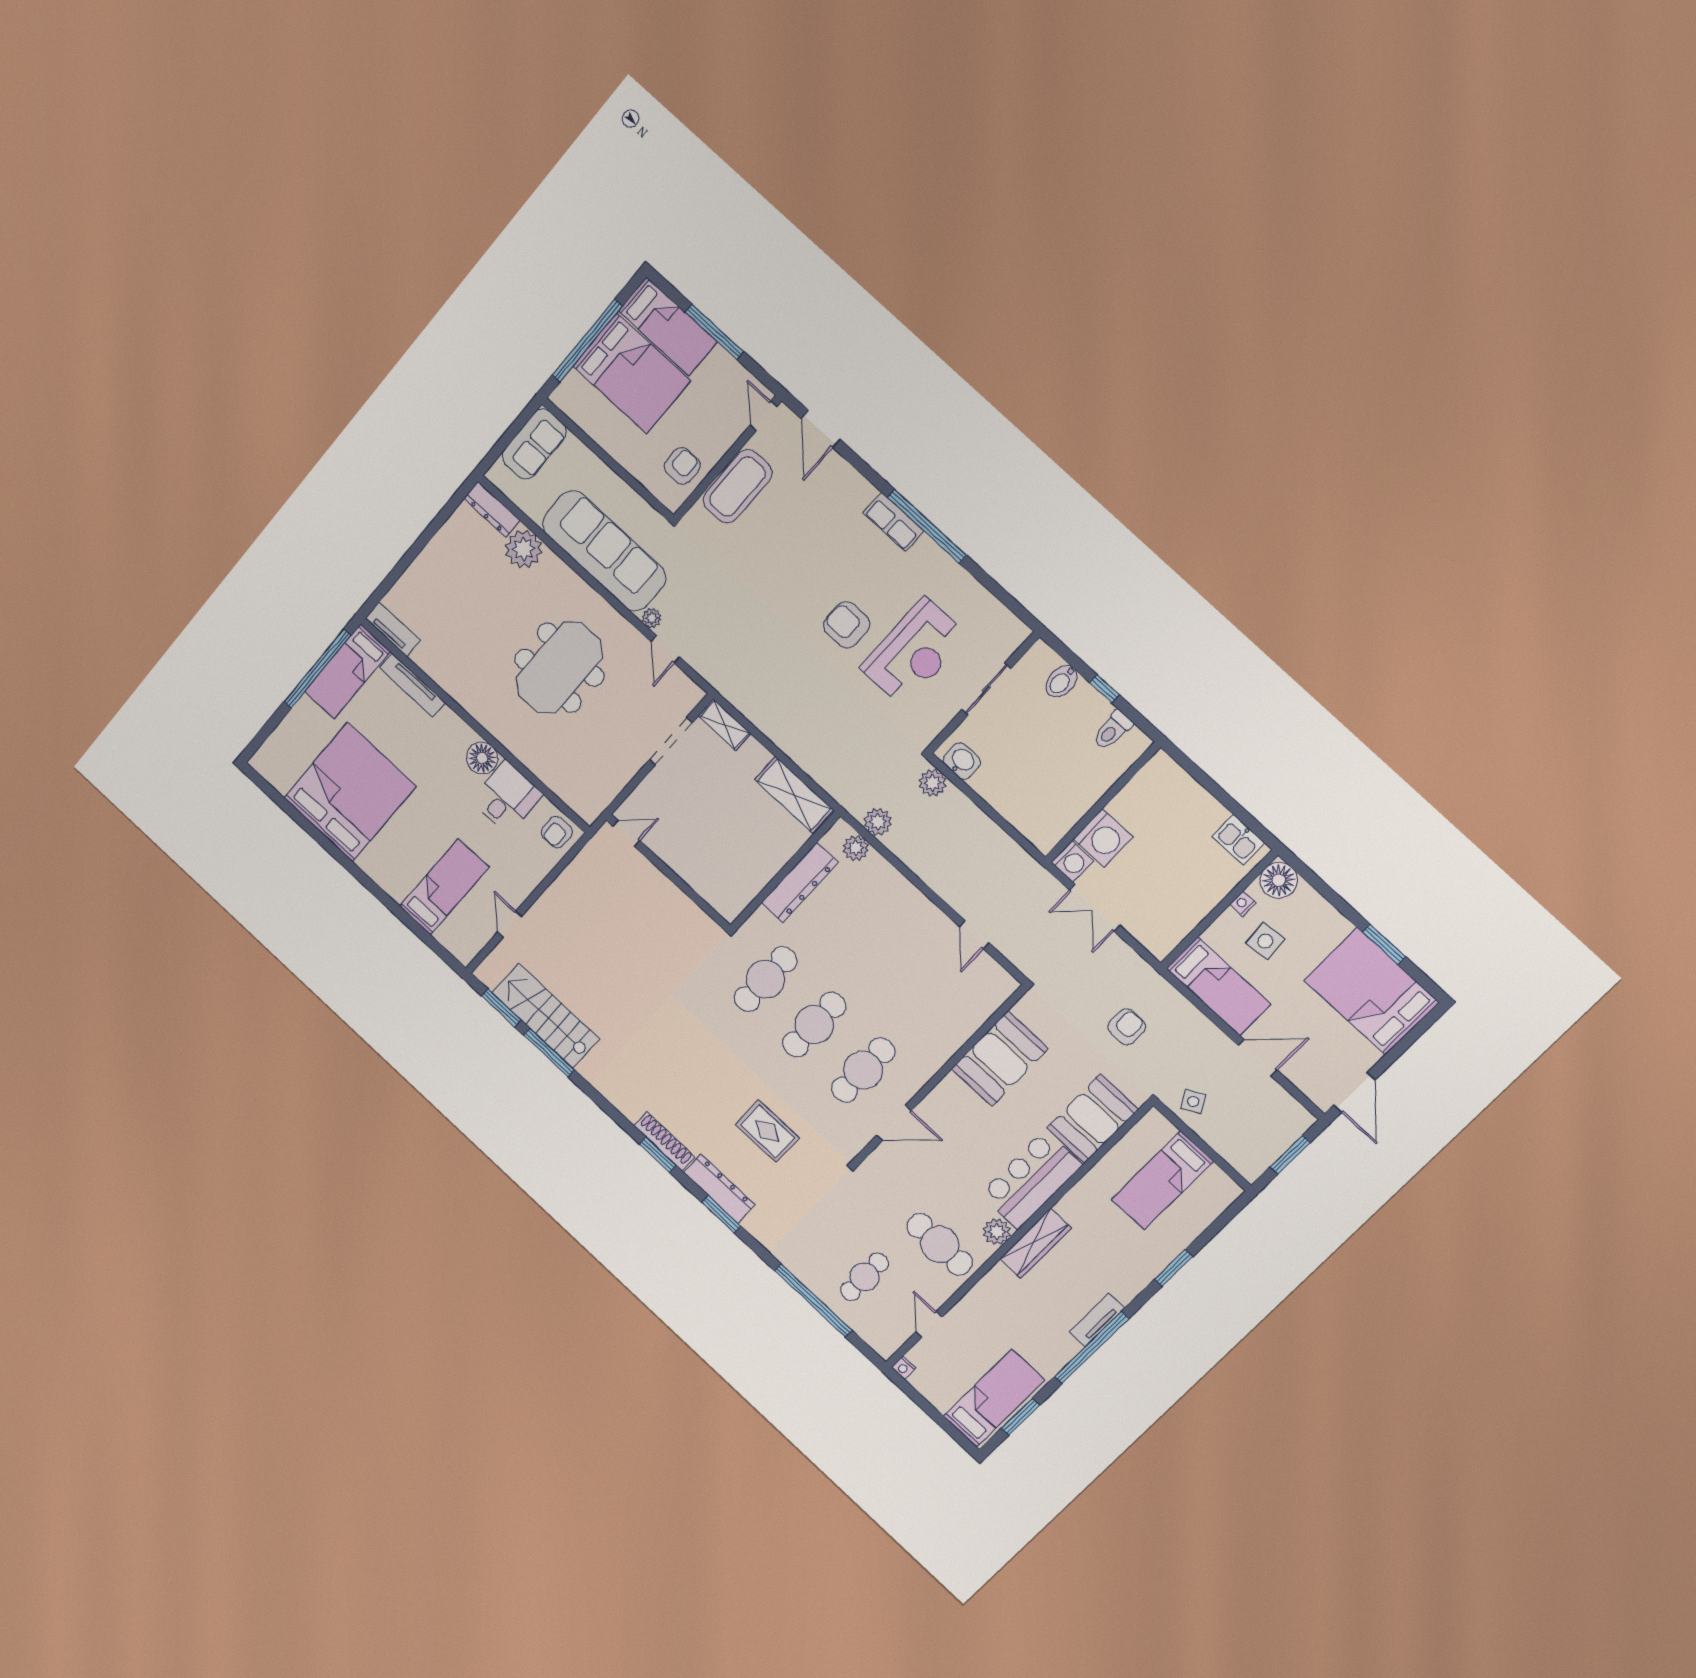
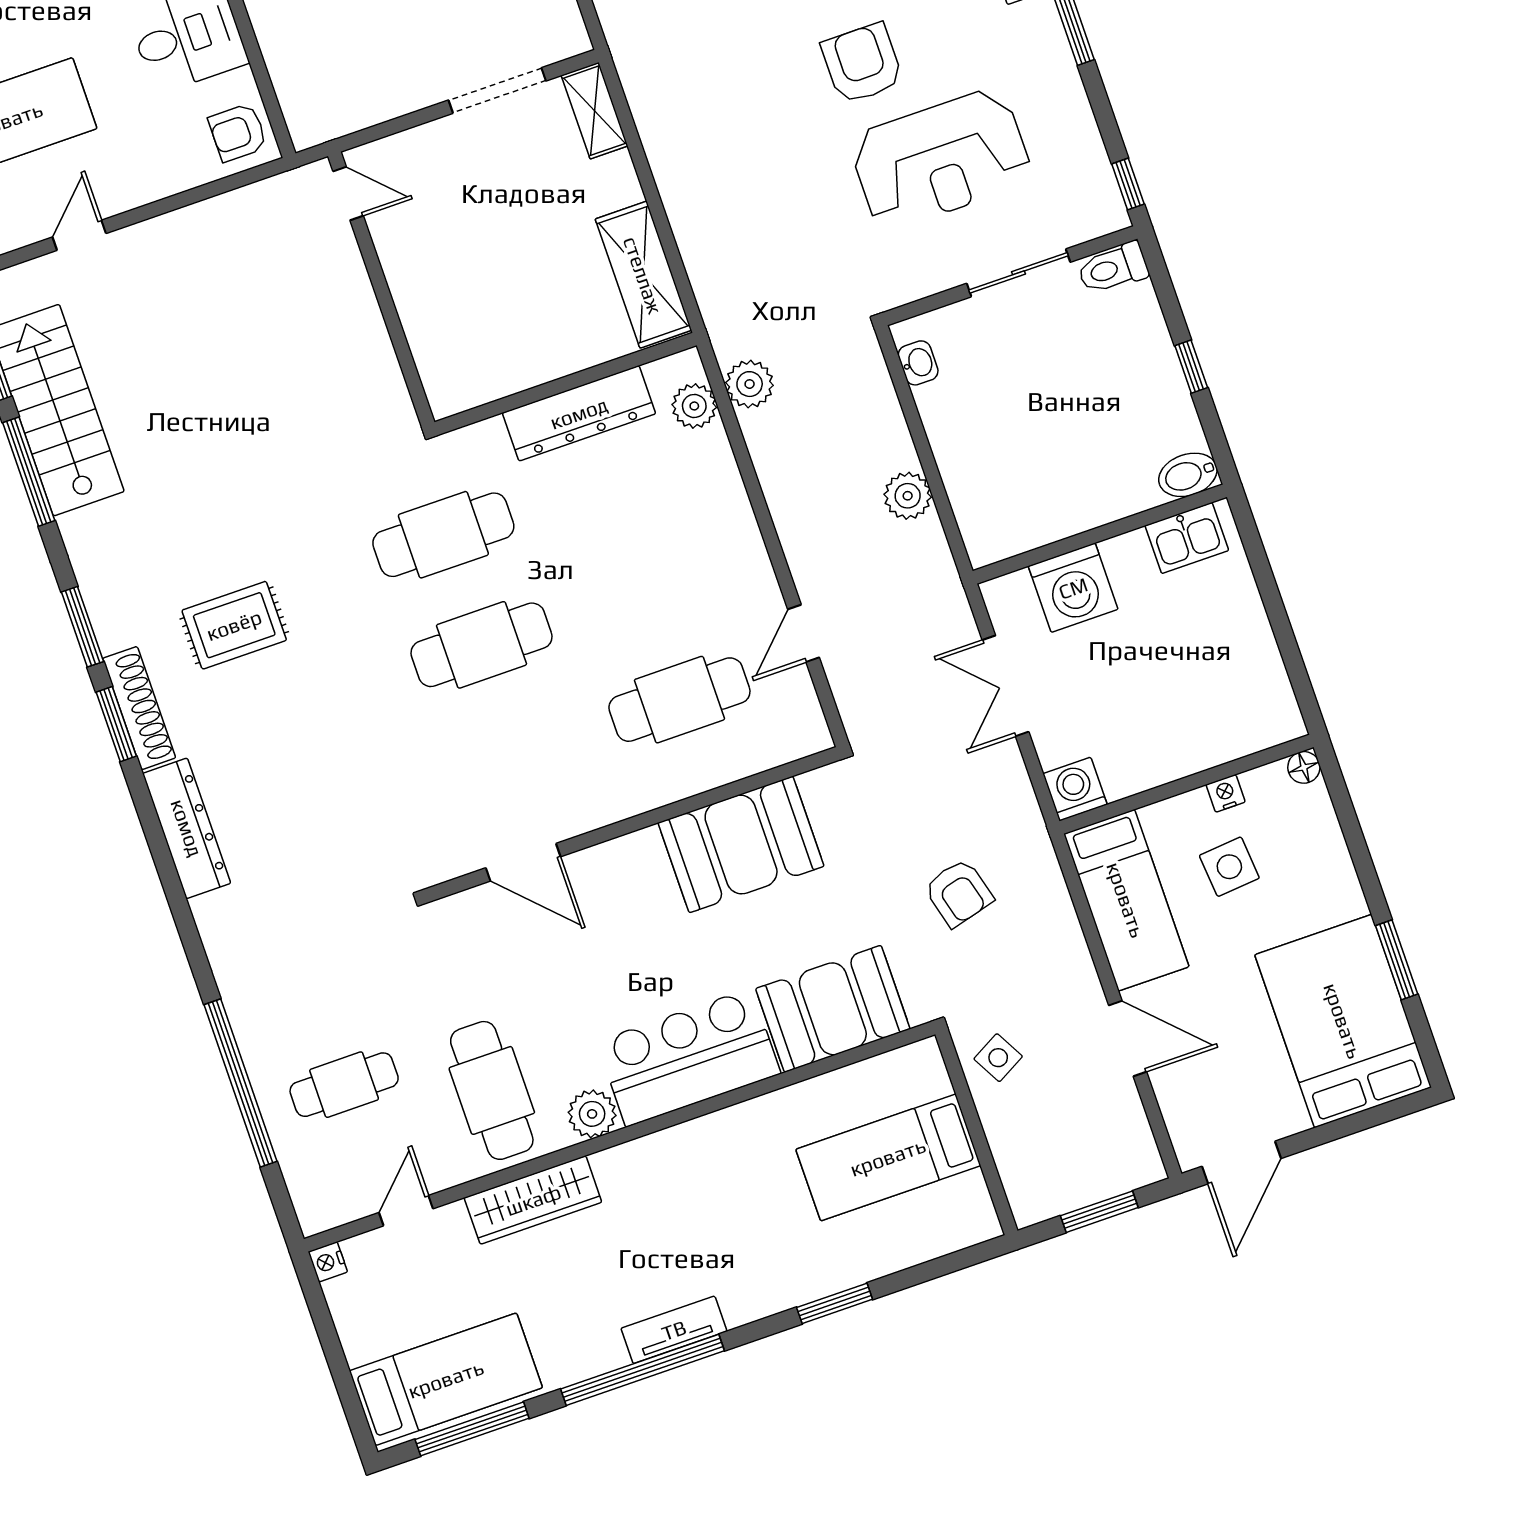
window: (1019, 611) -> (1128, 184), added
bidet: (1062, 681) -> (1188, 475), moved
toilet: (1112, 730) -> (1113, 268), moved
washbasin: (962, 761) -> (918, 363), width x0.72, depth x0.69
plant: (933, 783) -> (908, 496), moved
kitchen sink: (1238, 839) -> (1187, 538), moved, turned -90
washing machine: (1072, 862) -> (1075, 789), moved, turned 180
floor lamp: (1279, 880) -> (1304, 767), width x0.53, depth x0.53
armchair: (1127, 1027) -> (959, 893), turned 75
cafe table: (863, 1070) -> (679, 700), moved
rug: (767, 1131) -> (234, 625), moved, turned 90
window: (721, 1214) -> (82, 627), moved
wardrobe: (1036, 1243) -> (533, 1200), moved
window: (1020, 1417) -> (472, 1429), width x1.44

